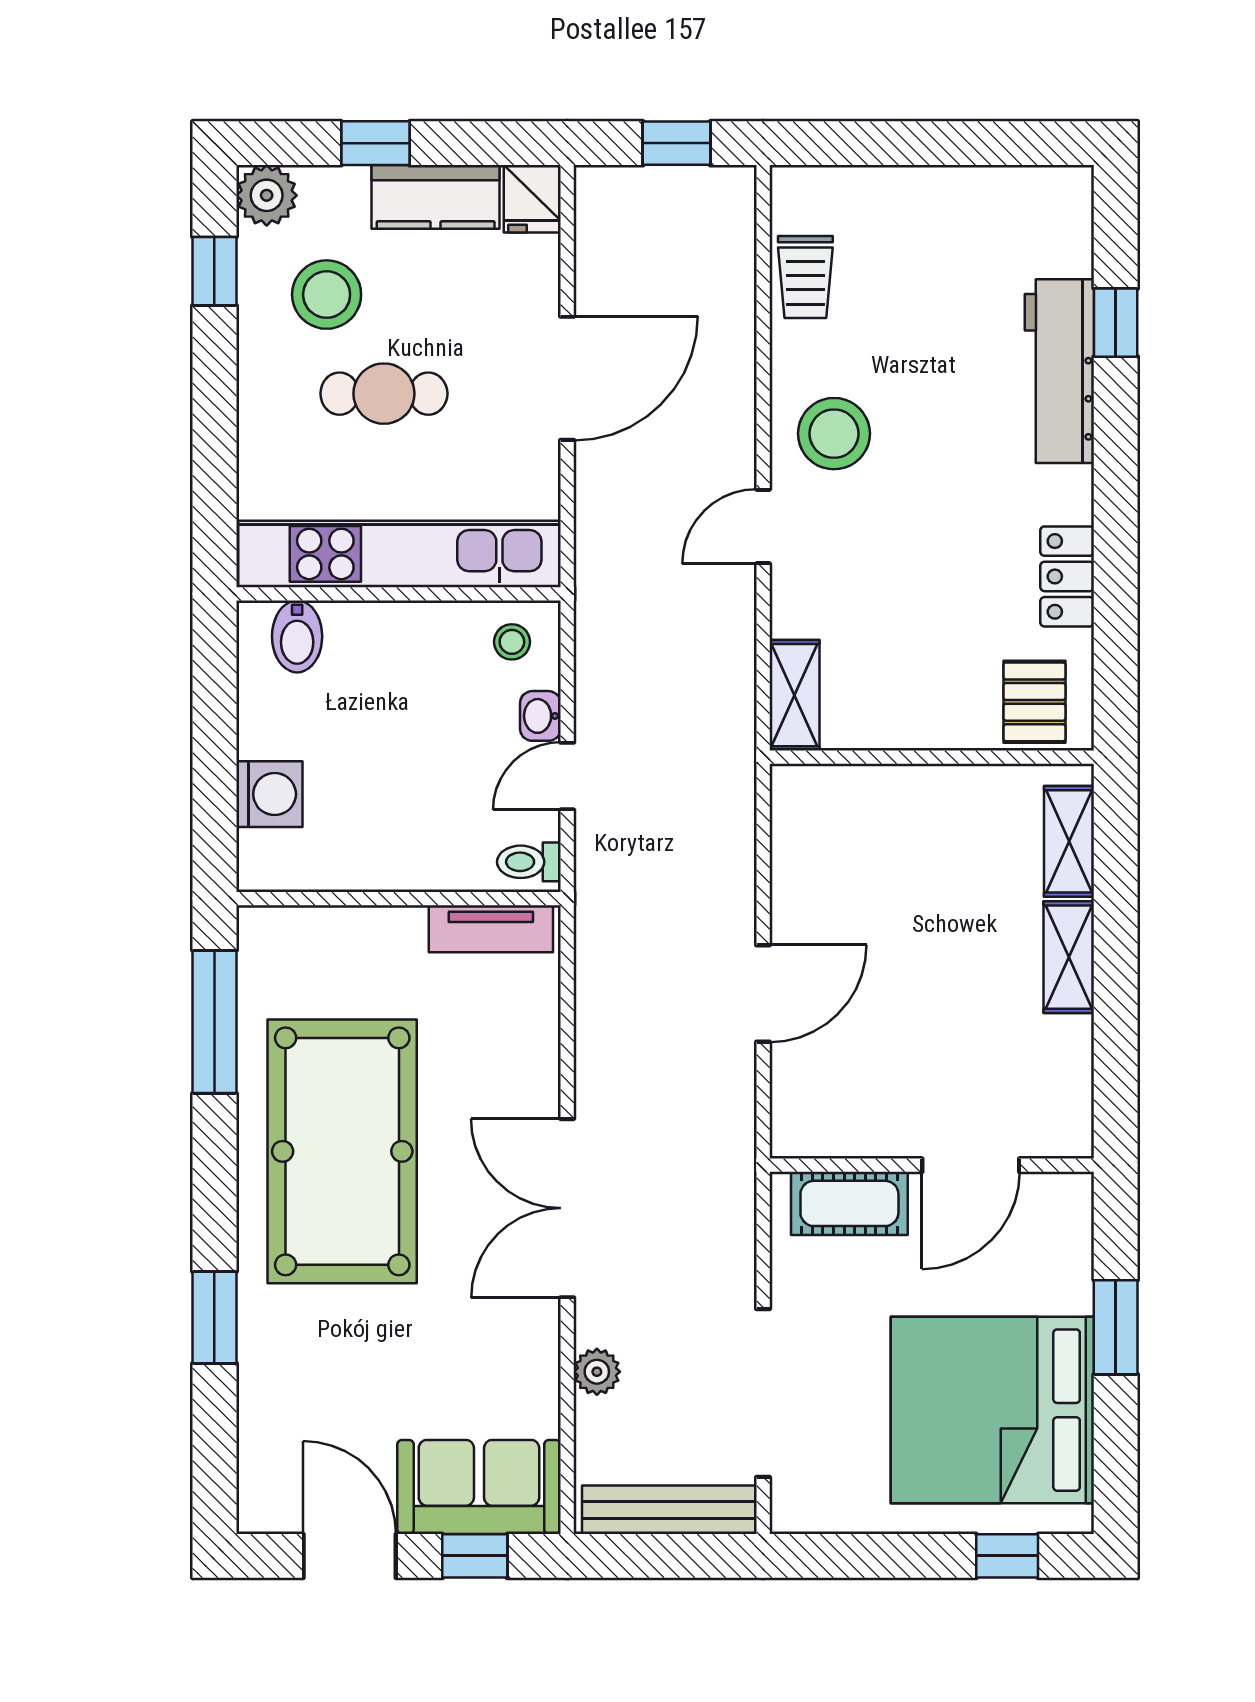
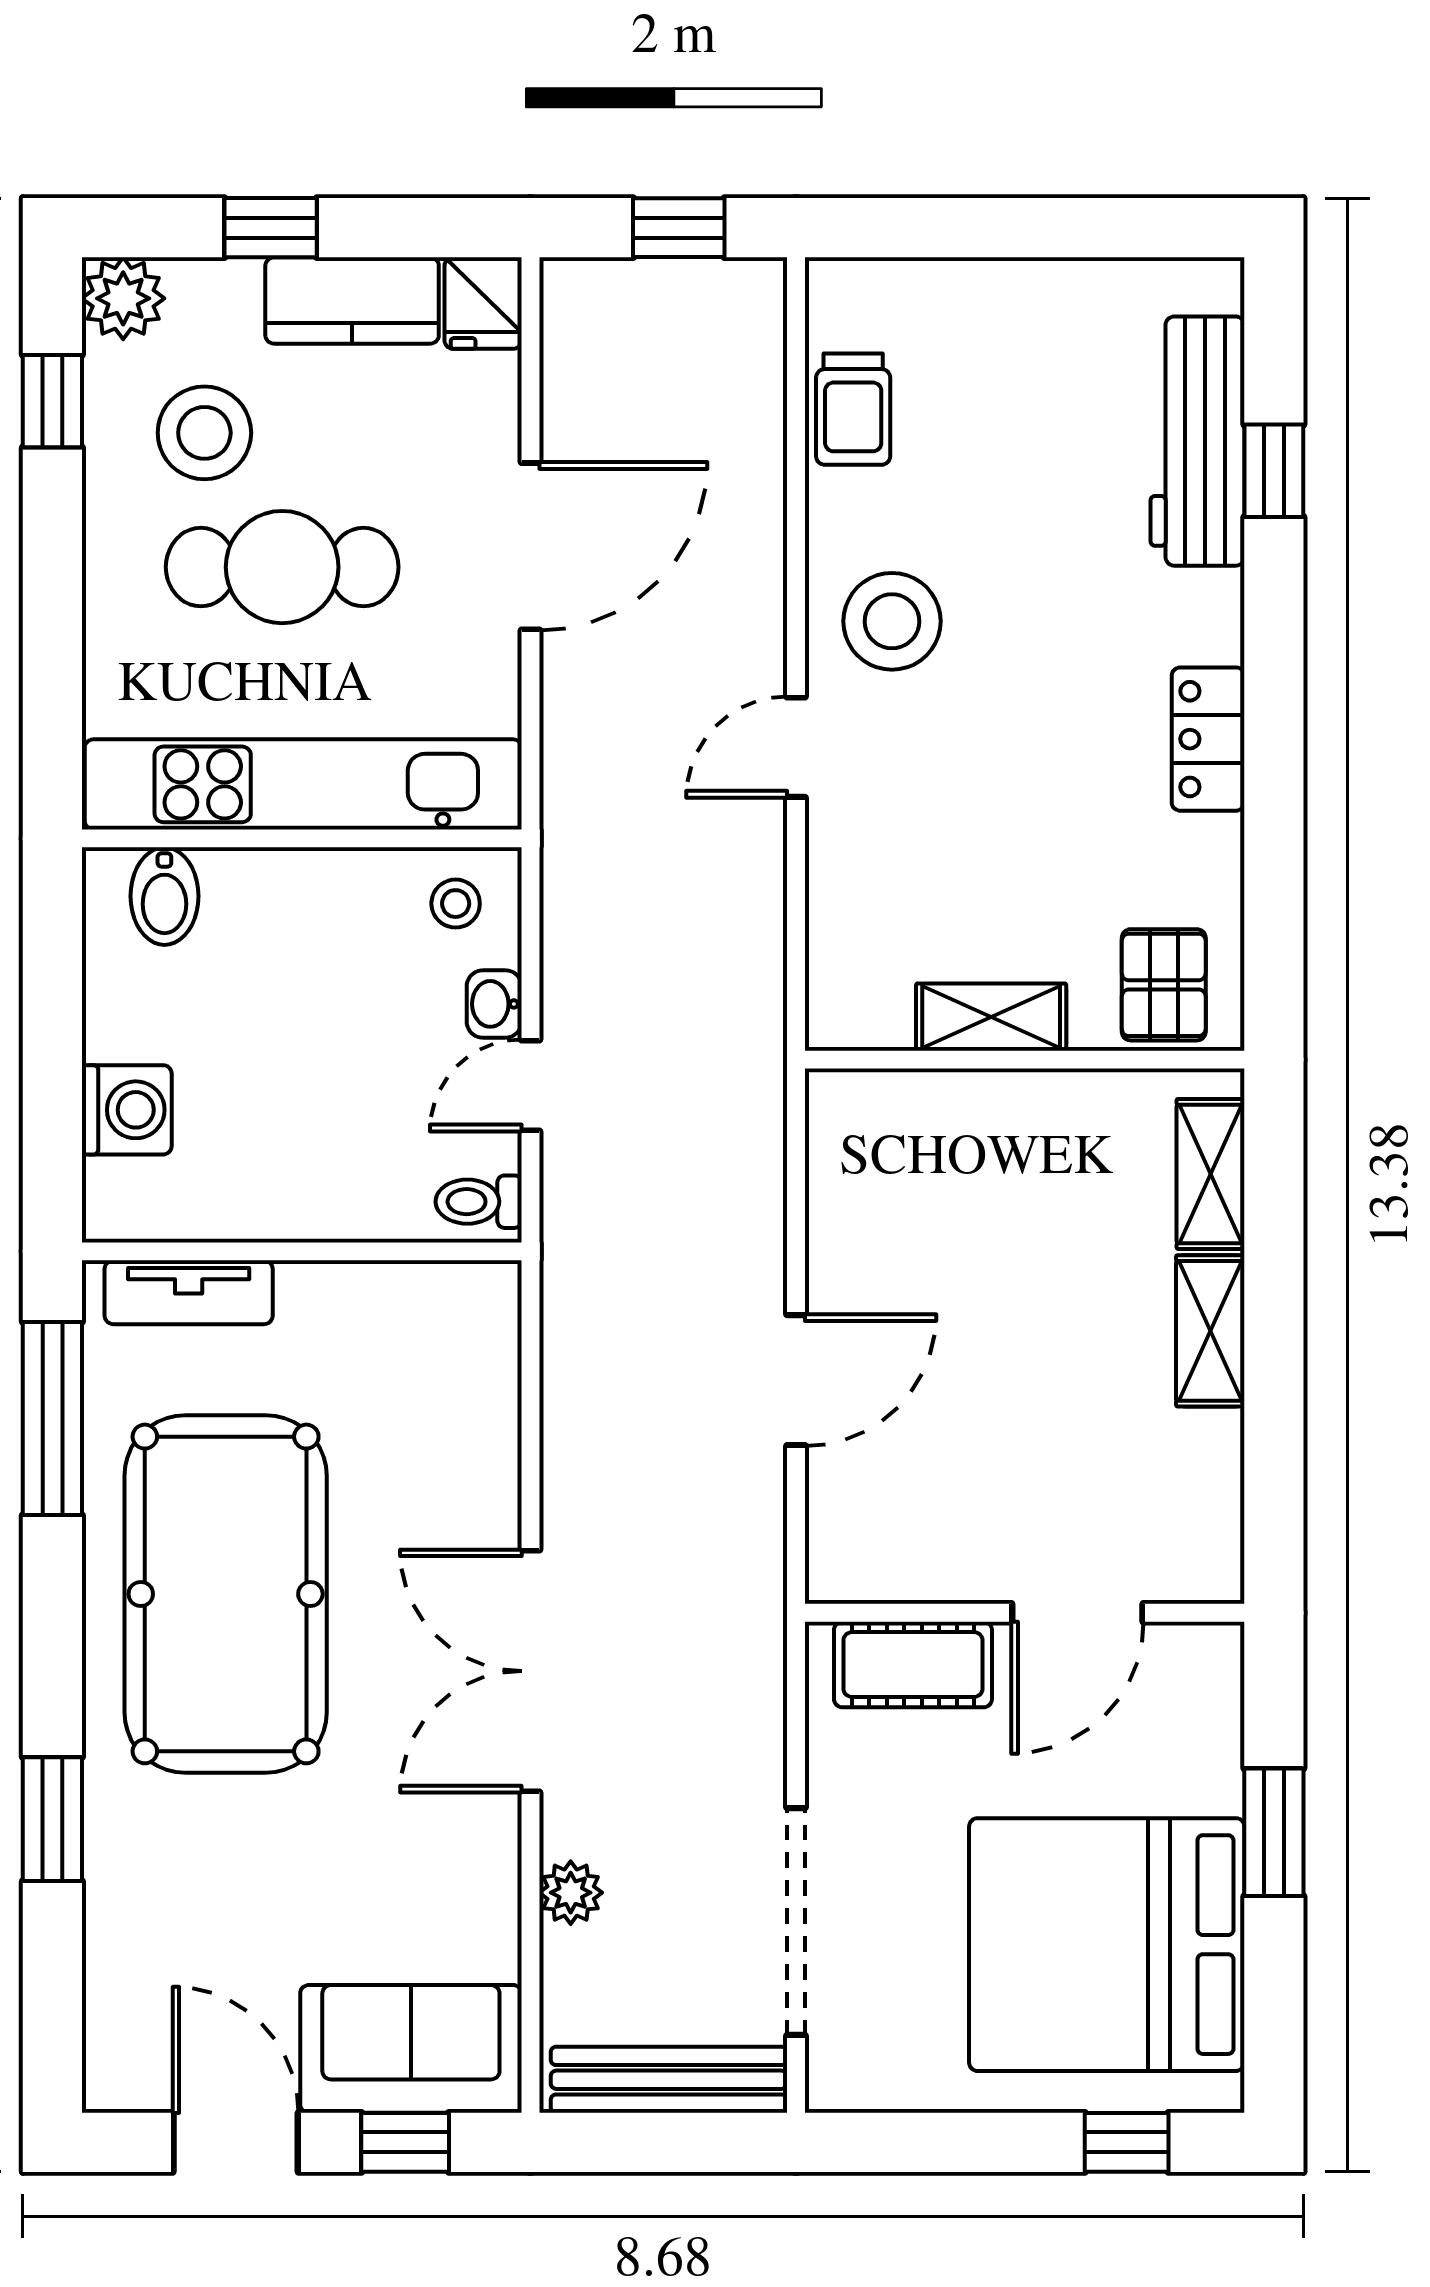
workbench: (1059, 371) -> (1197, 441), moved
cafe table: (384, 394) -> (282, 567), width x1.37, depth x1.35
locker: (1067, 576) -> (1208, 739), moved
shelving: (795, 695) -> (991, 1017), moved, turned 90
tv unit: (491, 929) -> (189, 1292), moved

